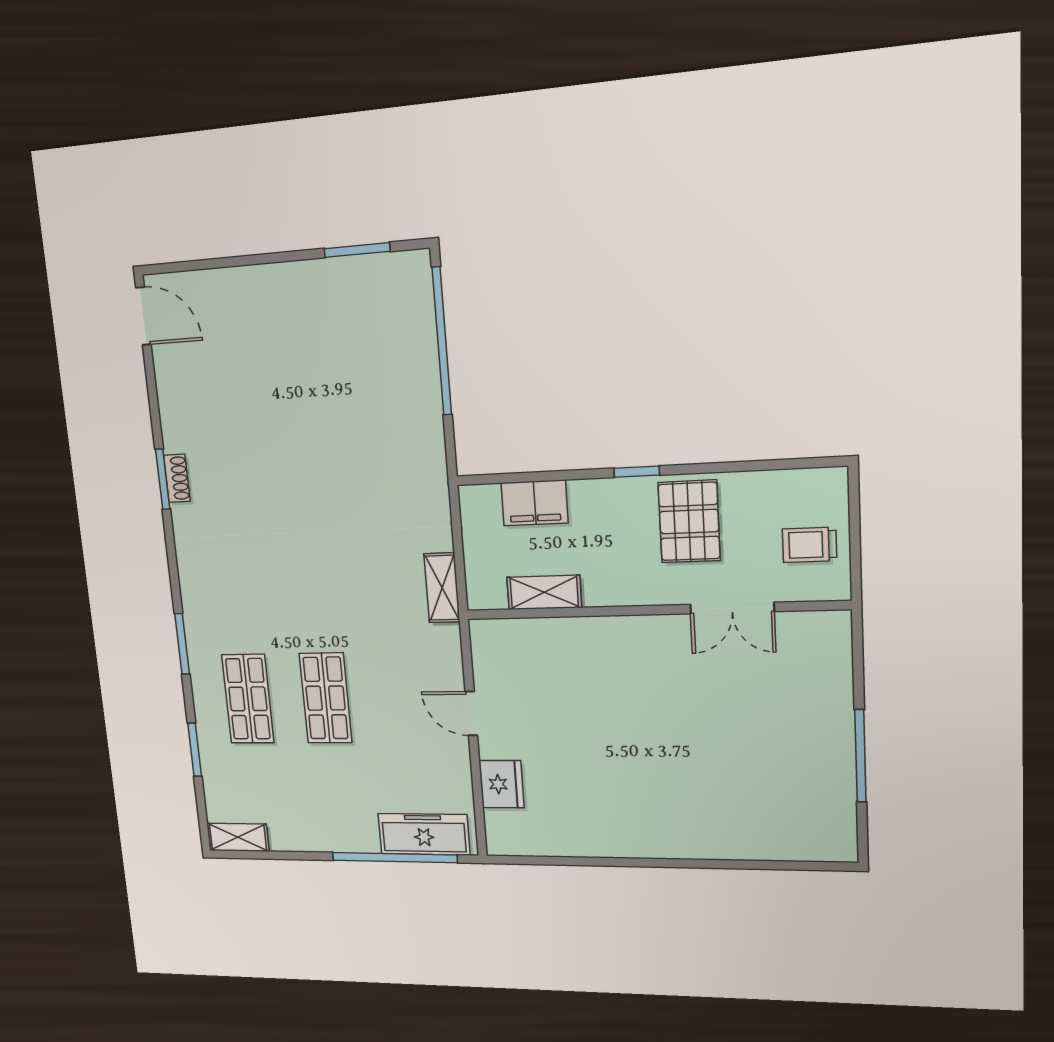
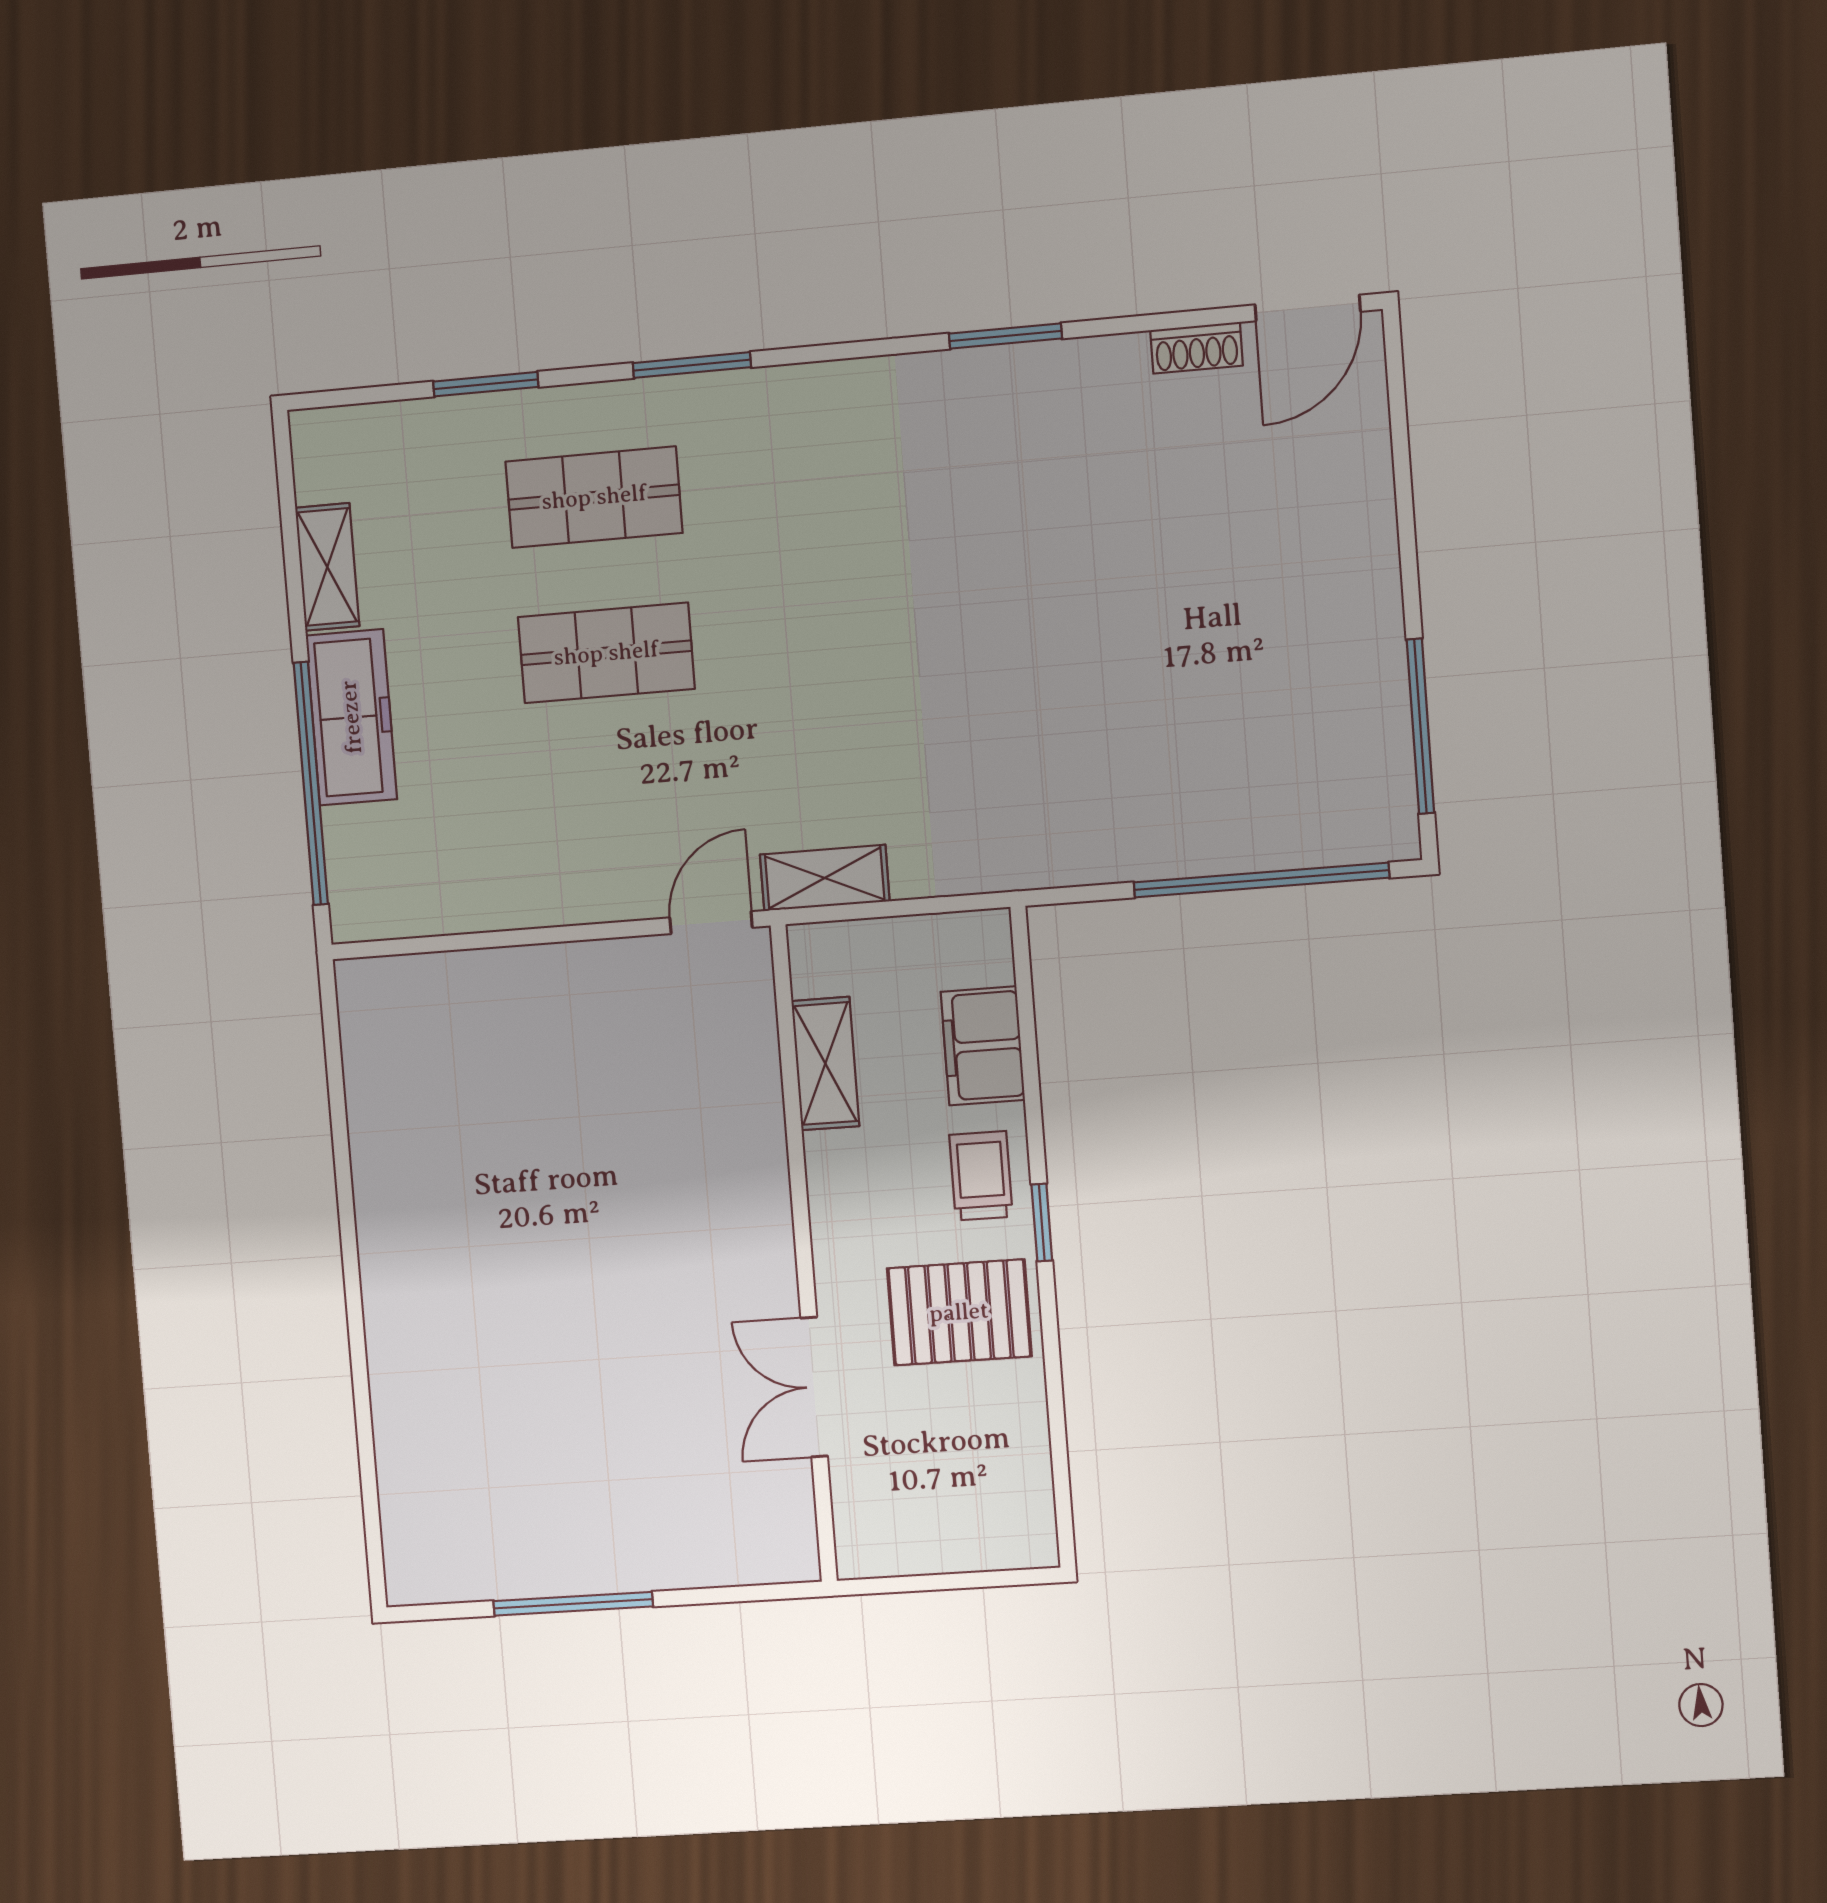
window: (357, 250) -> (1420, 726), width x1.44
shoe rack: (177, 478) -> (1197, 348), moved
trolley: (810, 545) -> (981, 1176), moved
door: (471, 713) -> (711, 923), moved
fridge: (501, 784) -> (470, 987), removed
freezer: (424, 834) -> (351, 717), moved
shelving: (238, 837) -> (327, 567), moved

